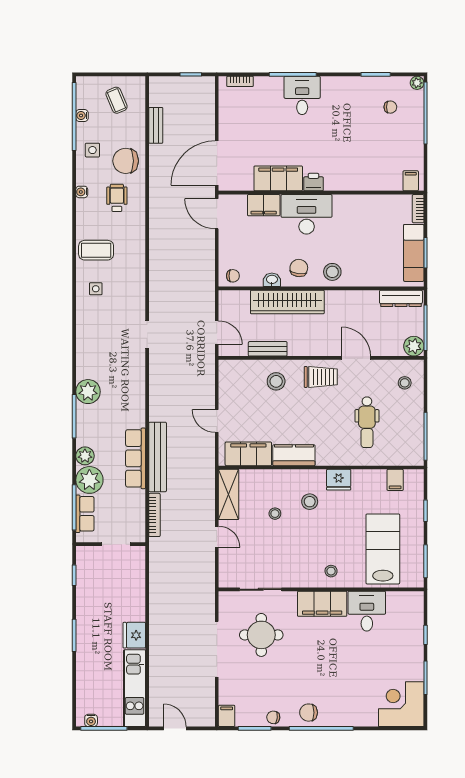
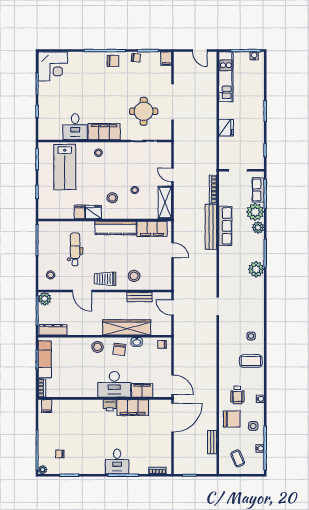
kitchen counter: (294, 455) -> (116, 228), width x1.50
filing cabinet: (395, 480) -> (79, 212), moved
fridge: (134, 635) -> (226, 128), moved

